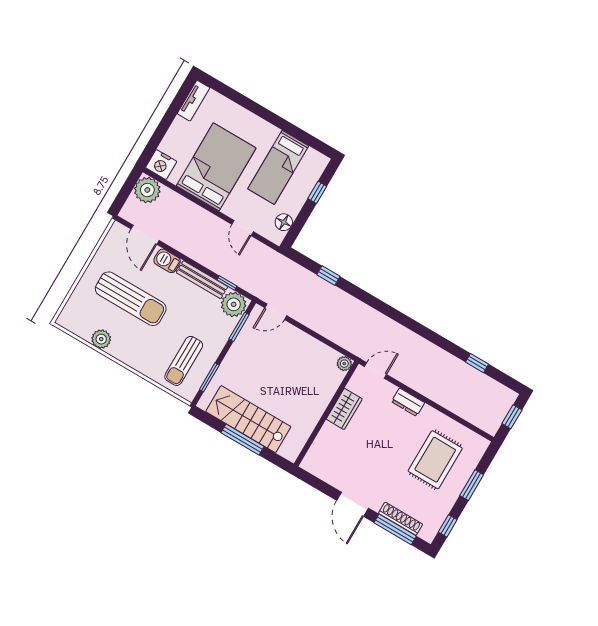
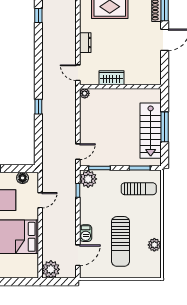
nightstand: (161, 165) -> (31, 270), removed
window: (328, 276) -> (38, 107), moved
bench: (202, 280) -> (85, 206), removed
sun lounger: (131, 299) -> (121, 241), turned 180
door: (276, 312) -> (78, 152), hinge flipped

